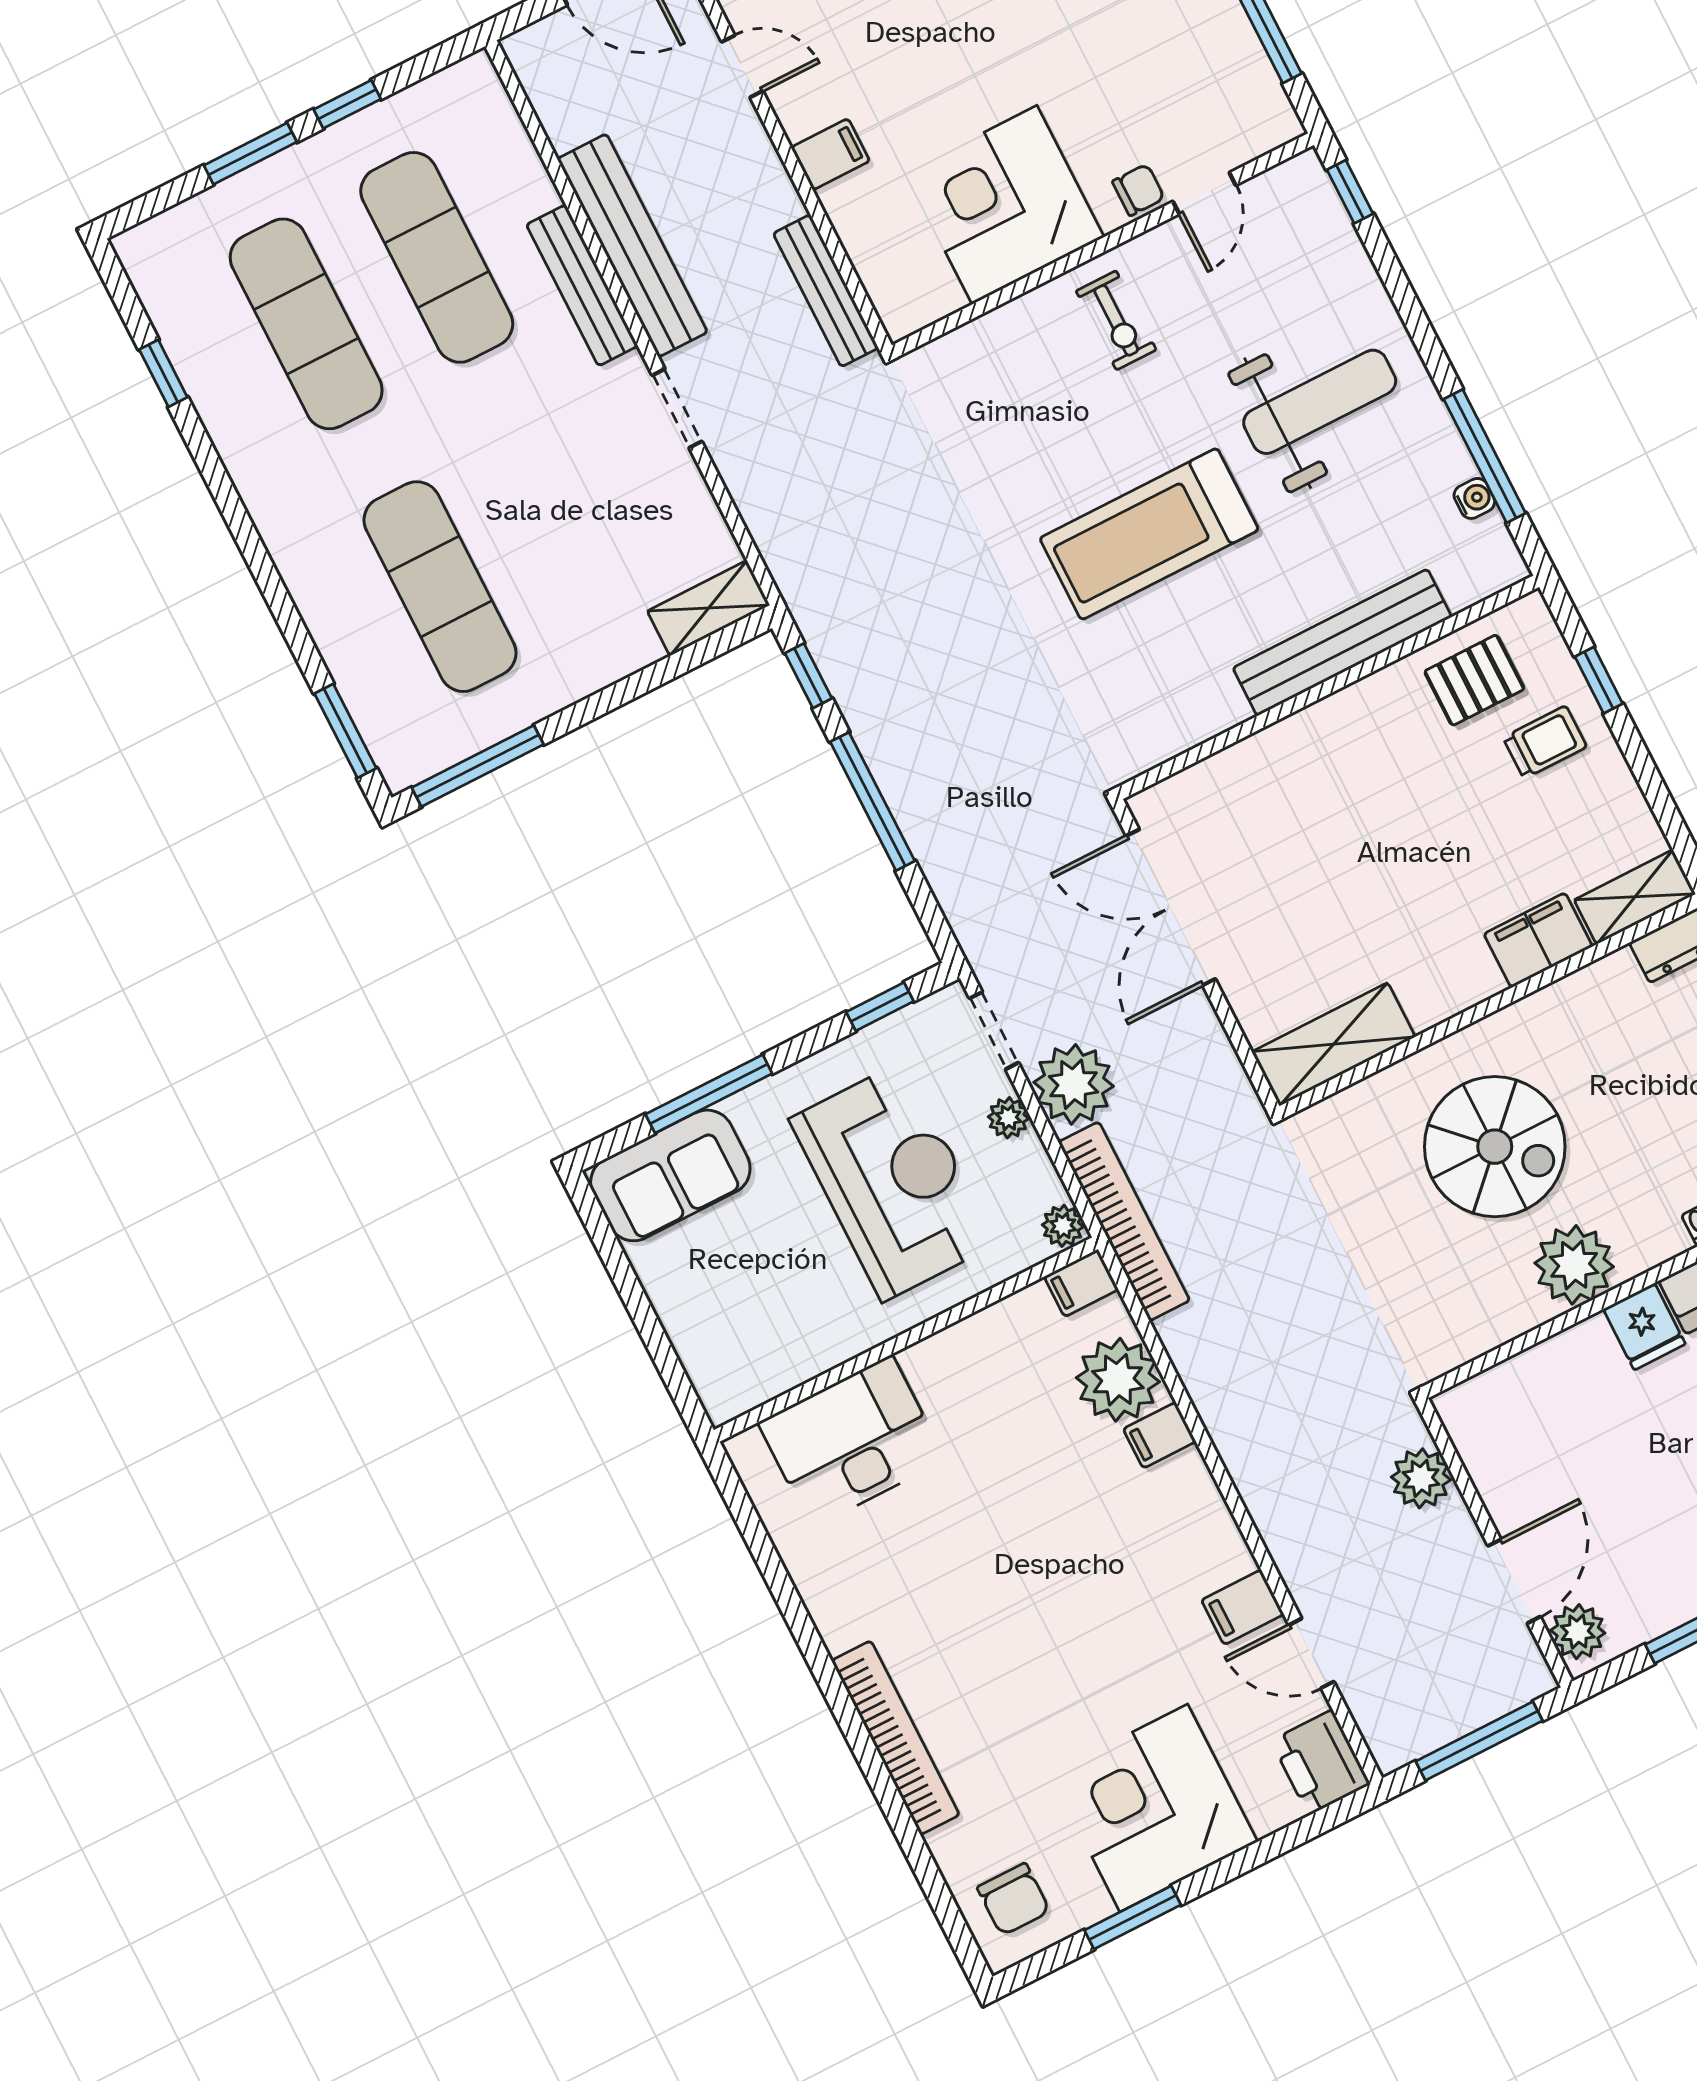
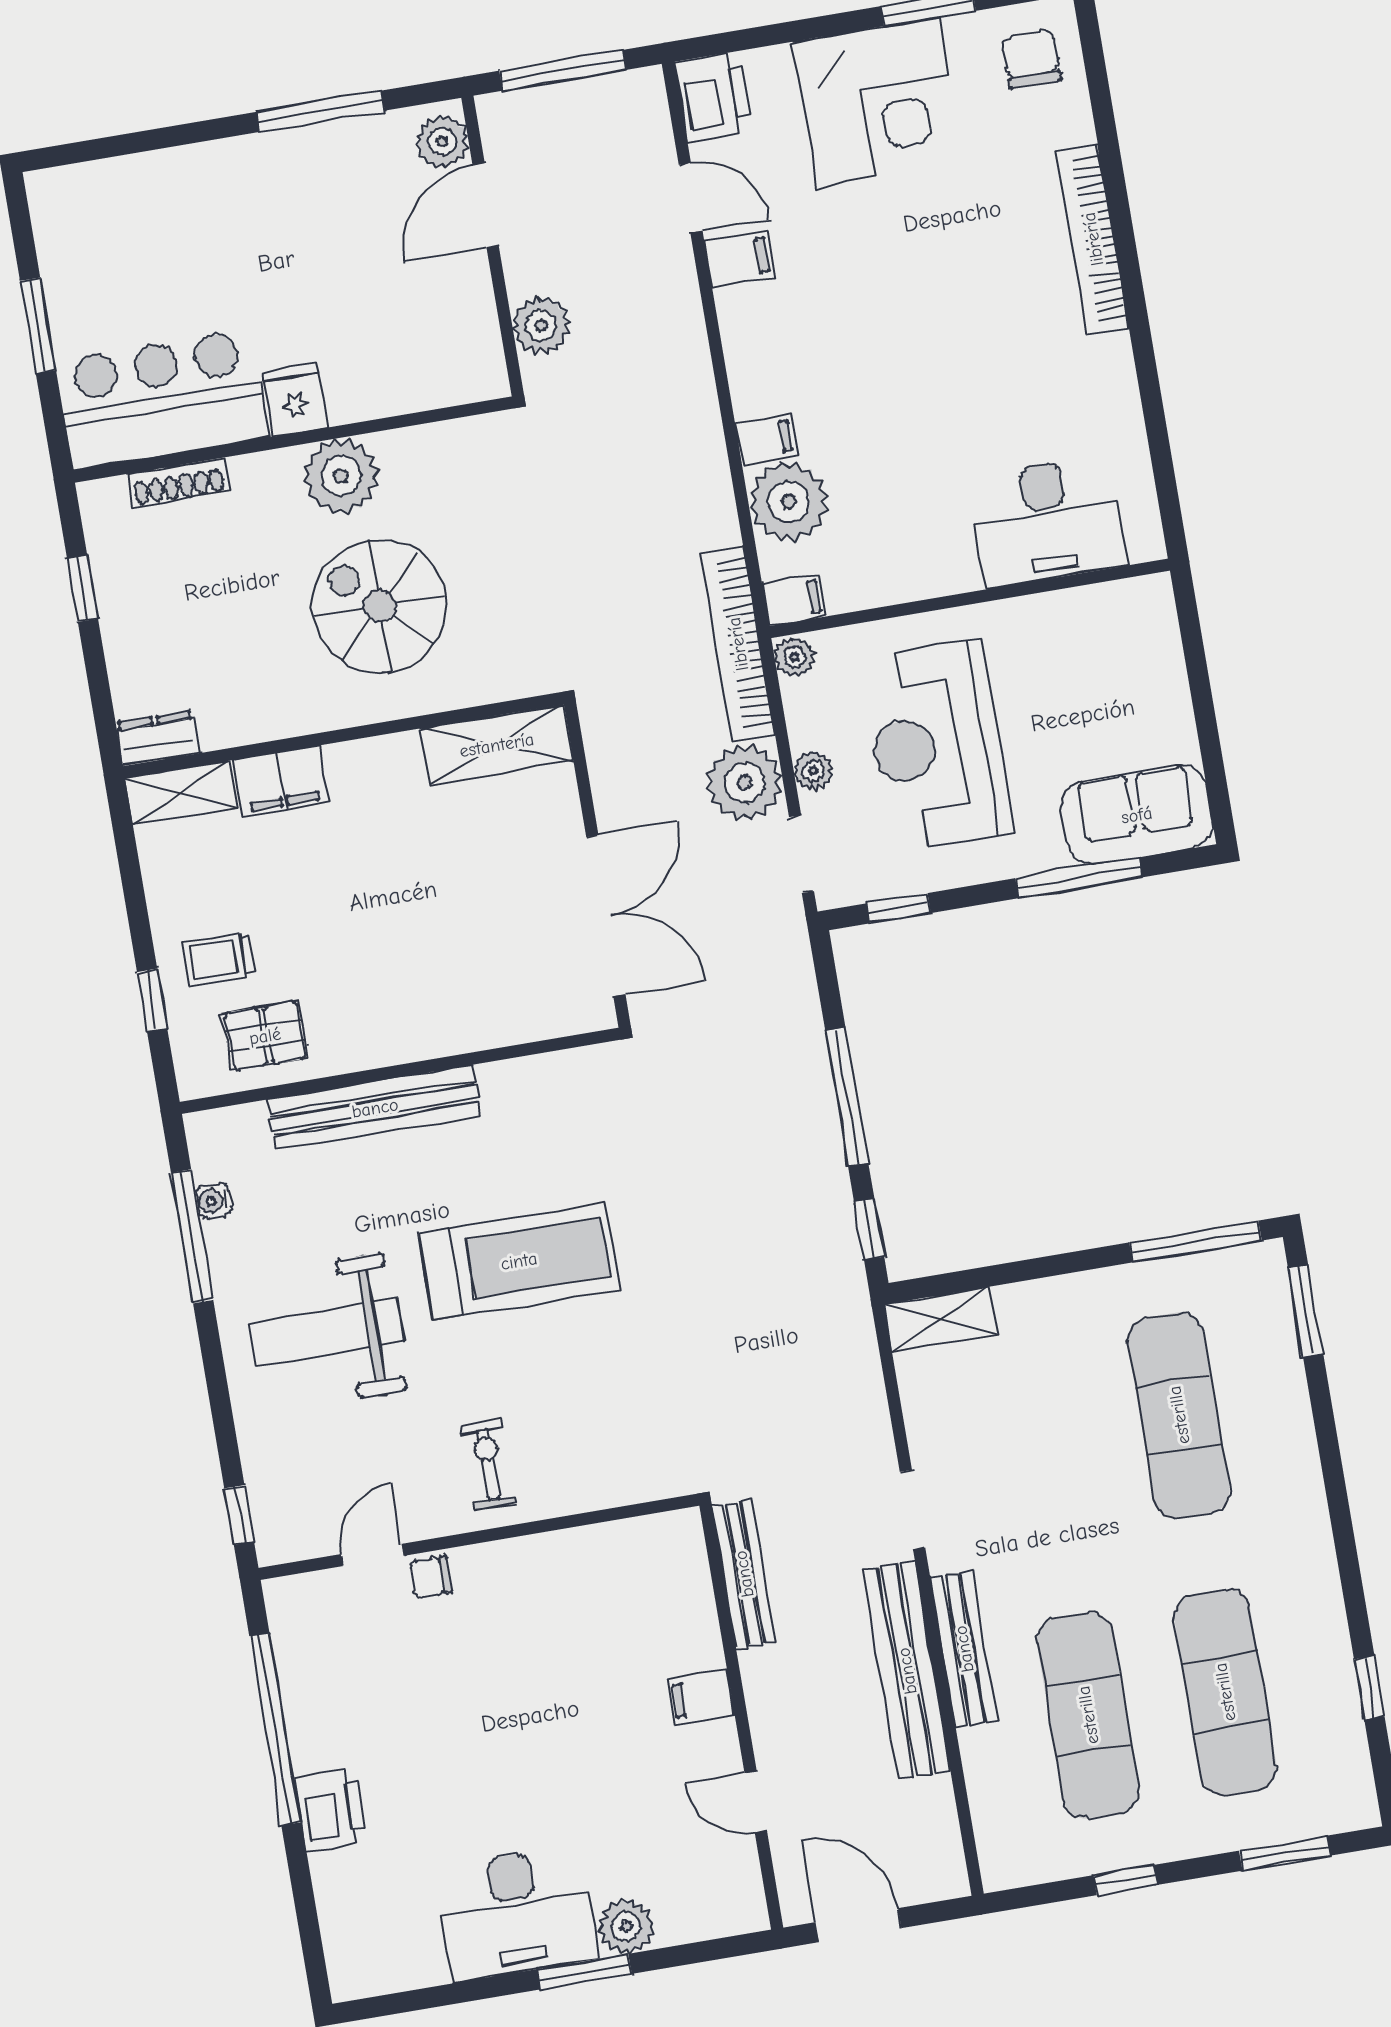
window: (250, 154) -> (1285, 1853), moved
corner desk: (1005, 205) -> (557, 1601), removed

